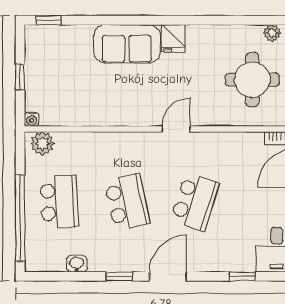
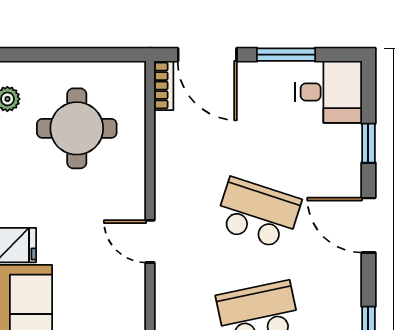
door: (168, 276) -> (368, 225), moved

